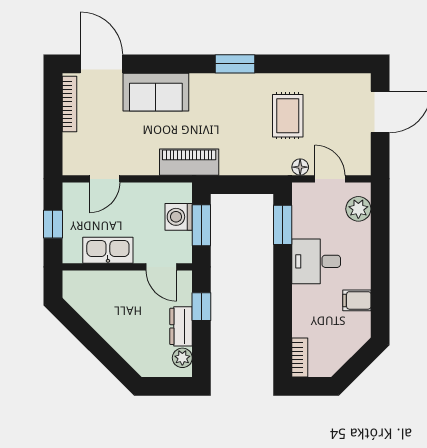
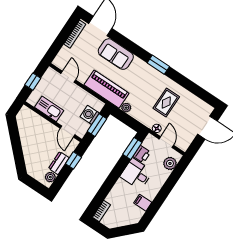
piano: (189, 162) -> (106, 89), width x1.37, depth x1.33
plant: (229, 166) -> (126, 108), added
door: (105, 179) -> (68, 77), swing flipped
printer: (304, 224) -> (142, 154), added

